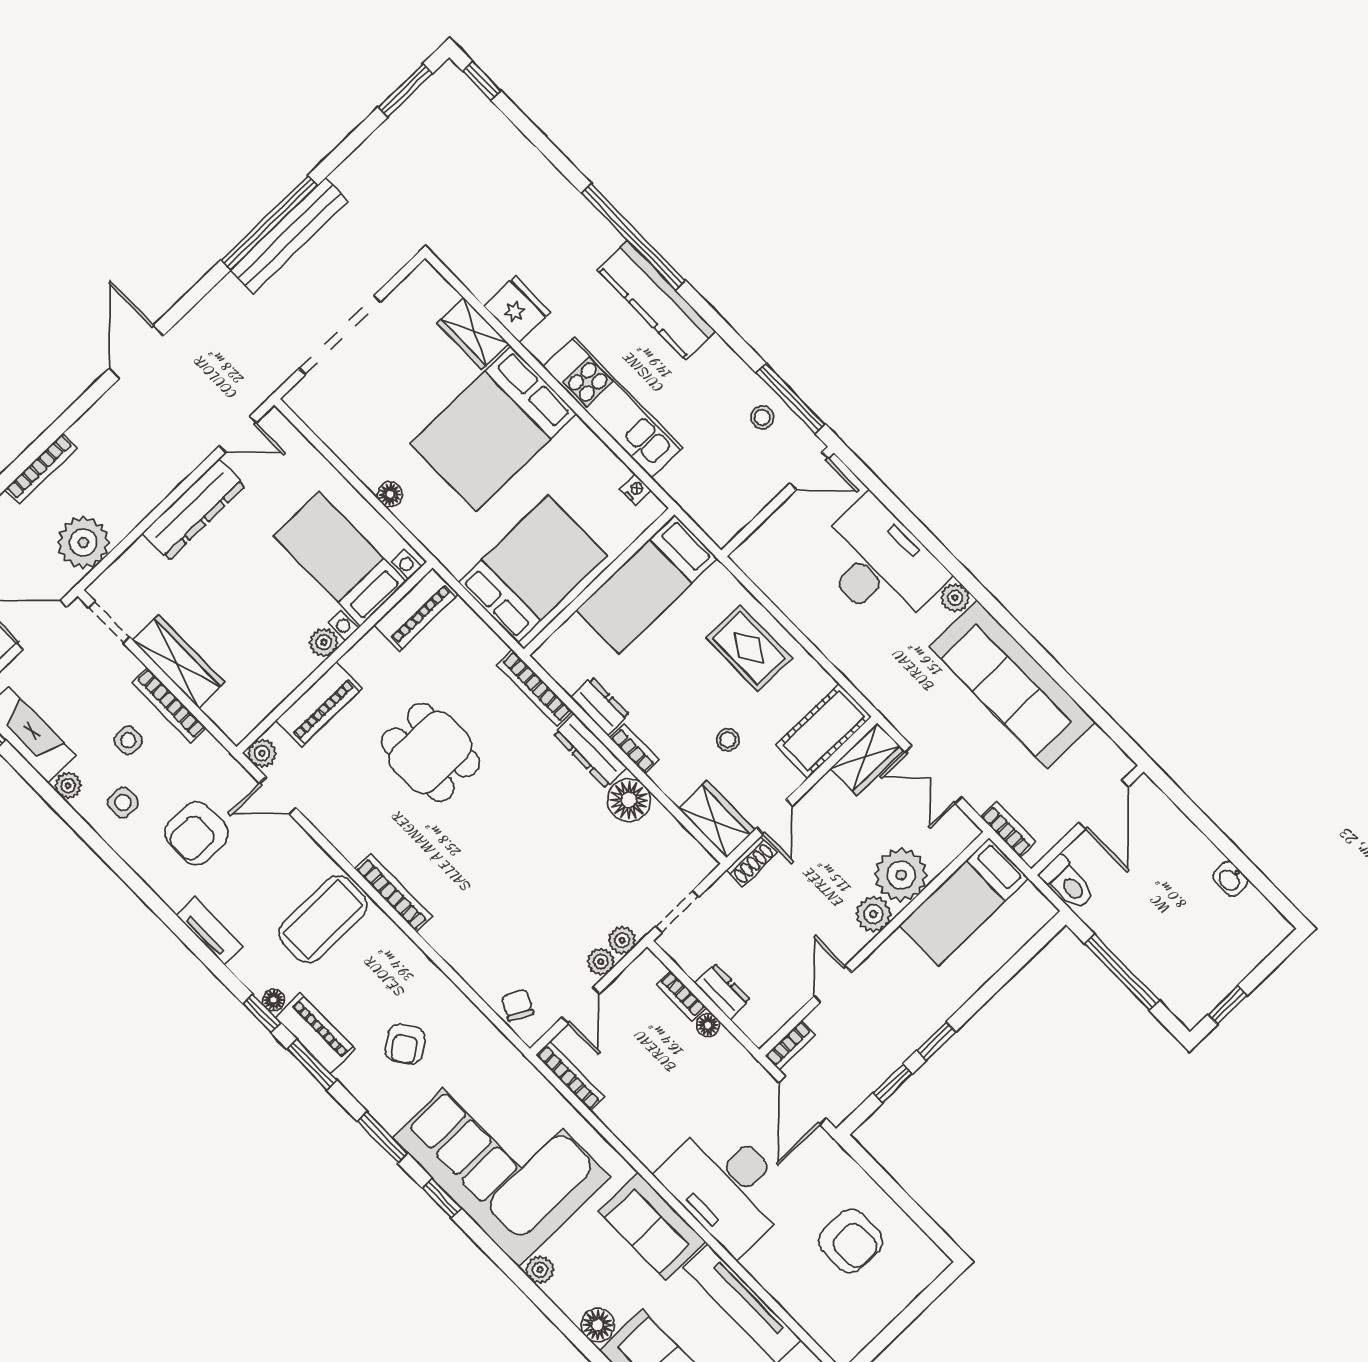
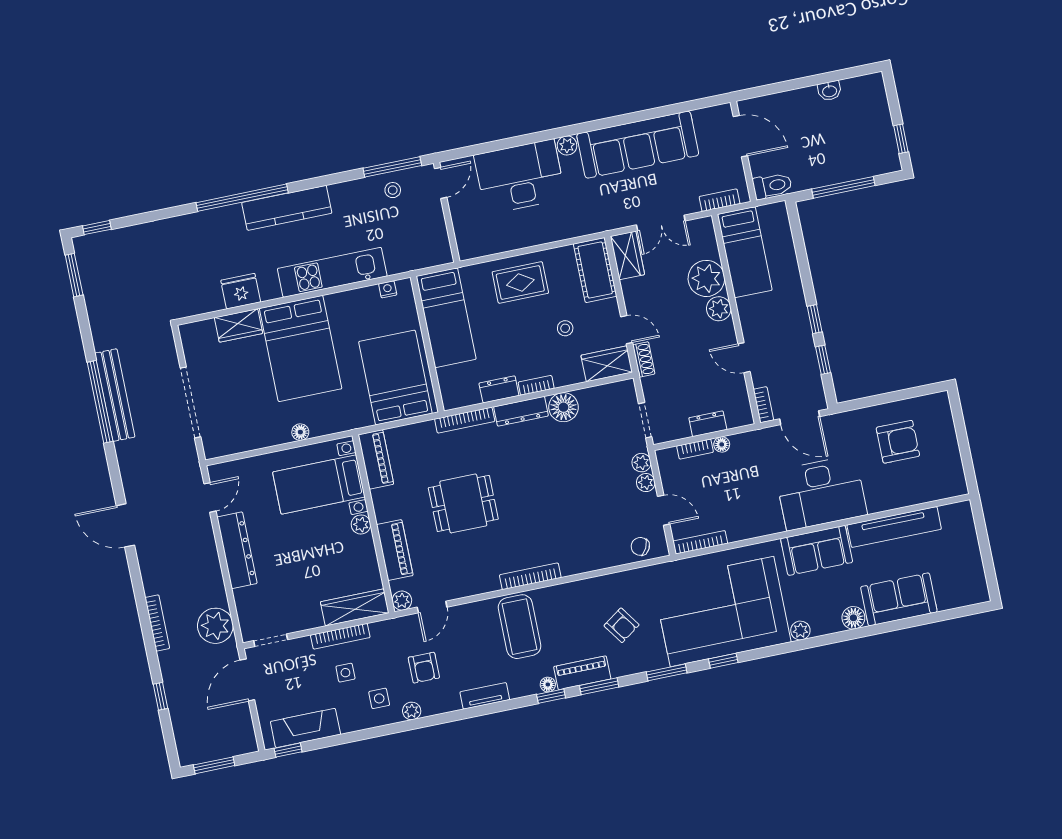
wardrobe: (178, 661) -> (355, 607), moved
plant: (68, 786) -> (412, 711), moved
armchair: (196, 833) -> (424, 668), width x0.72, depth x0.72

